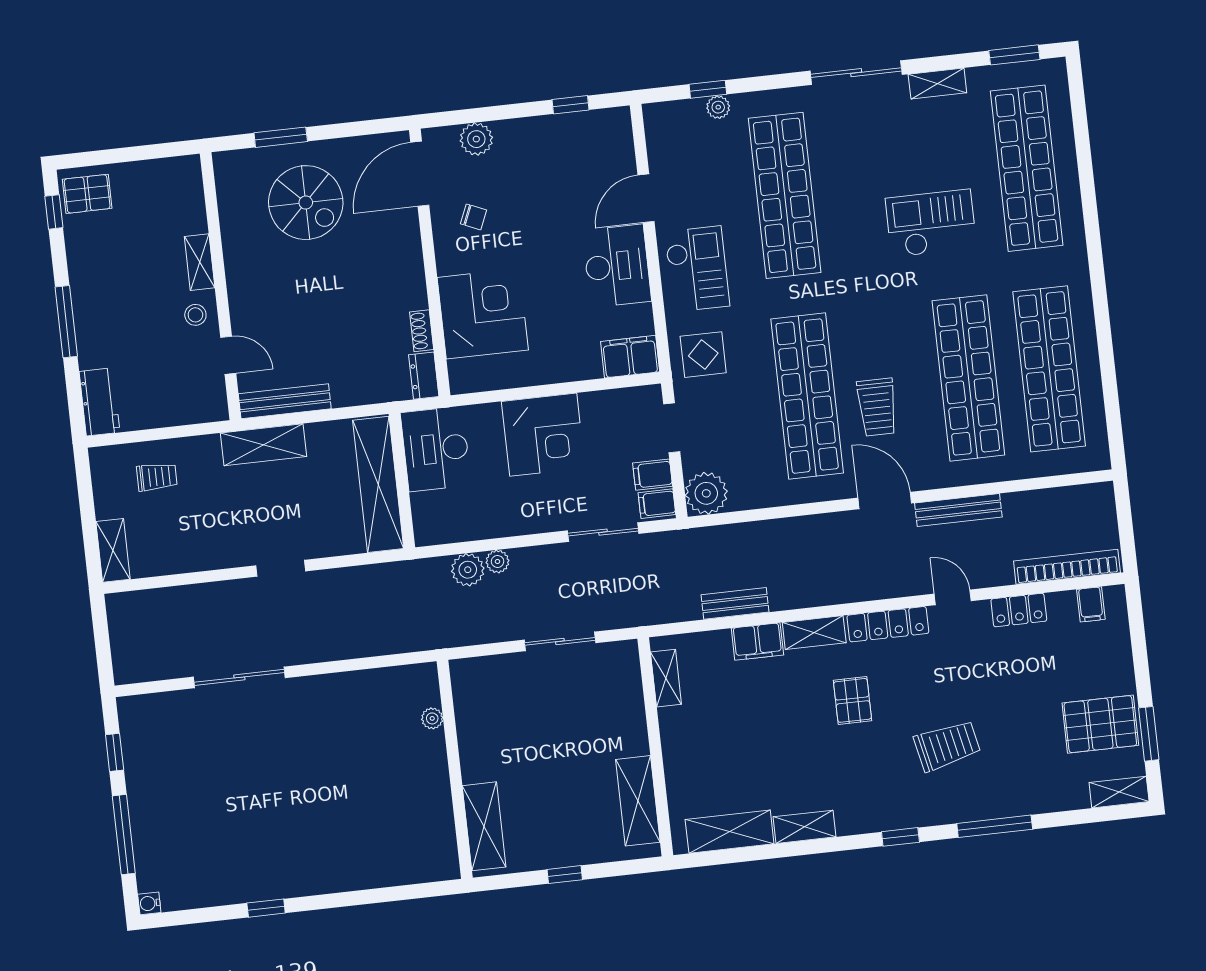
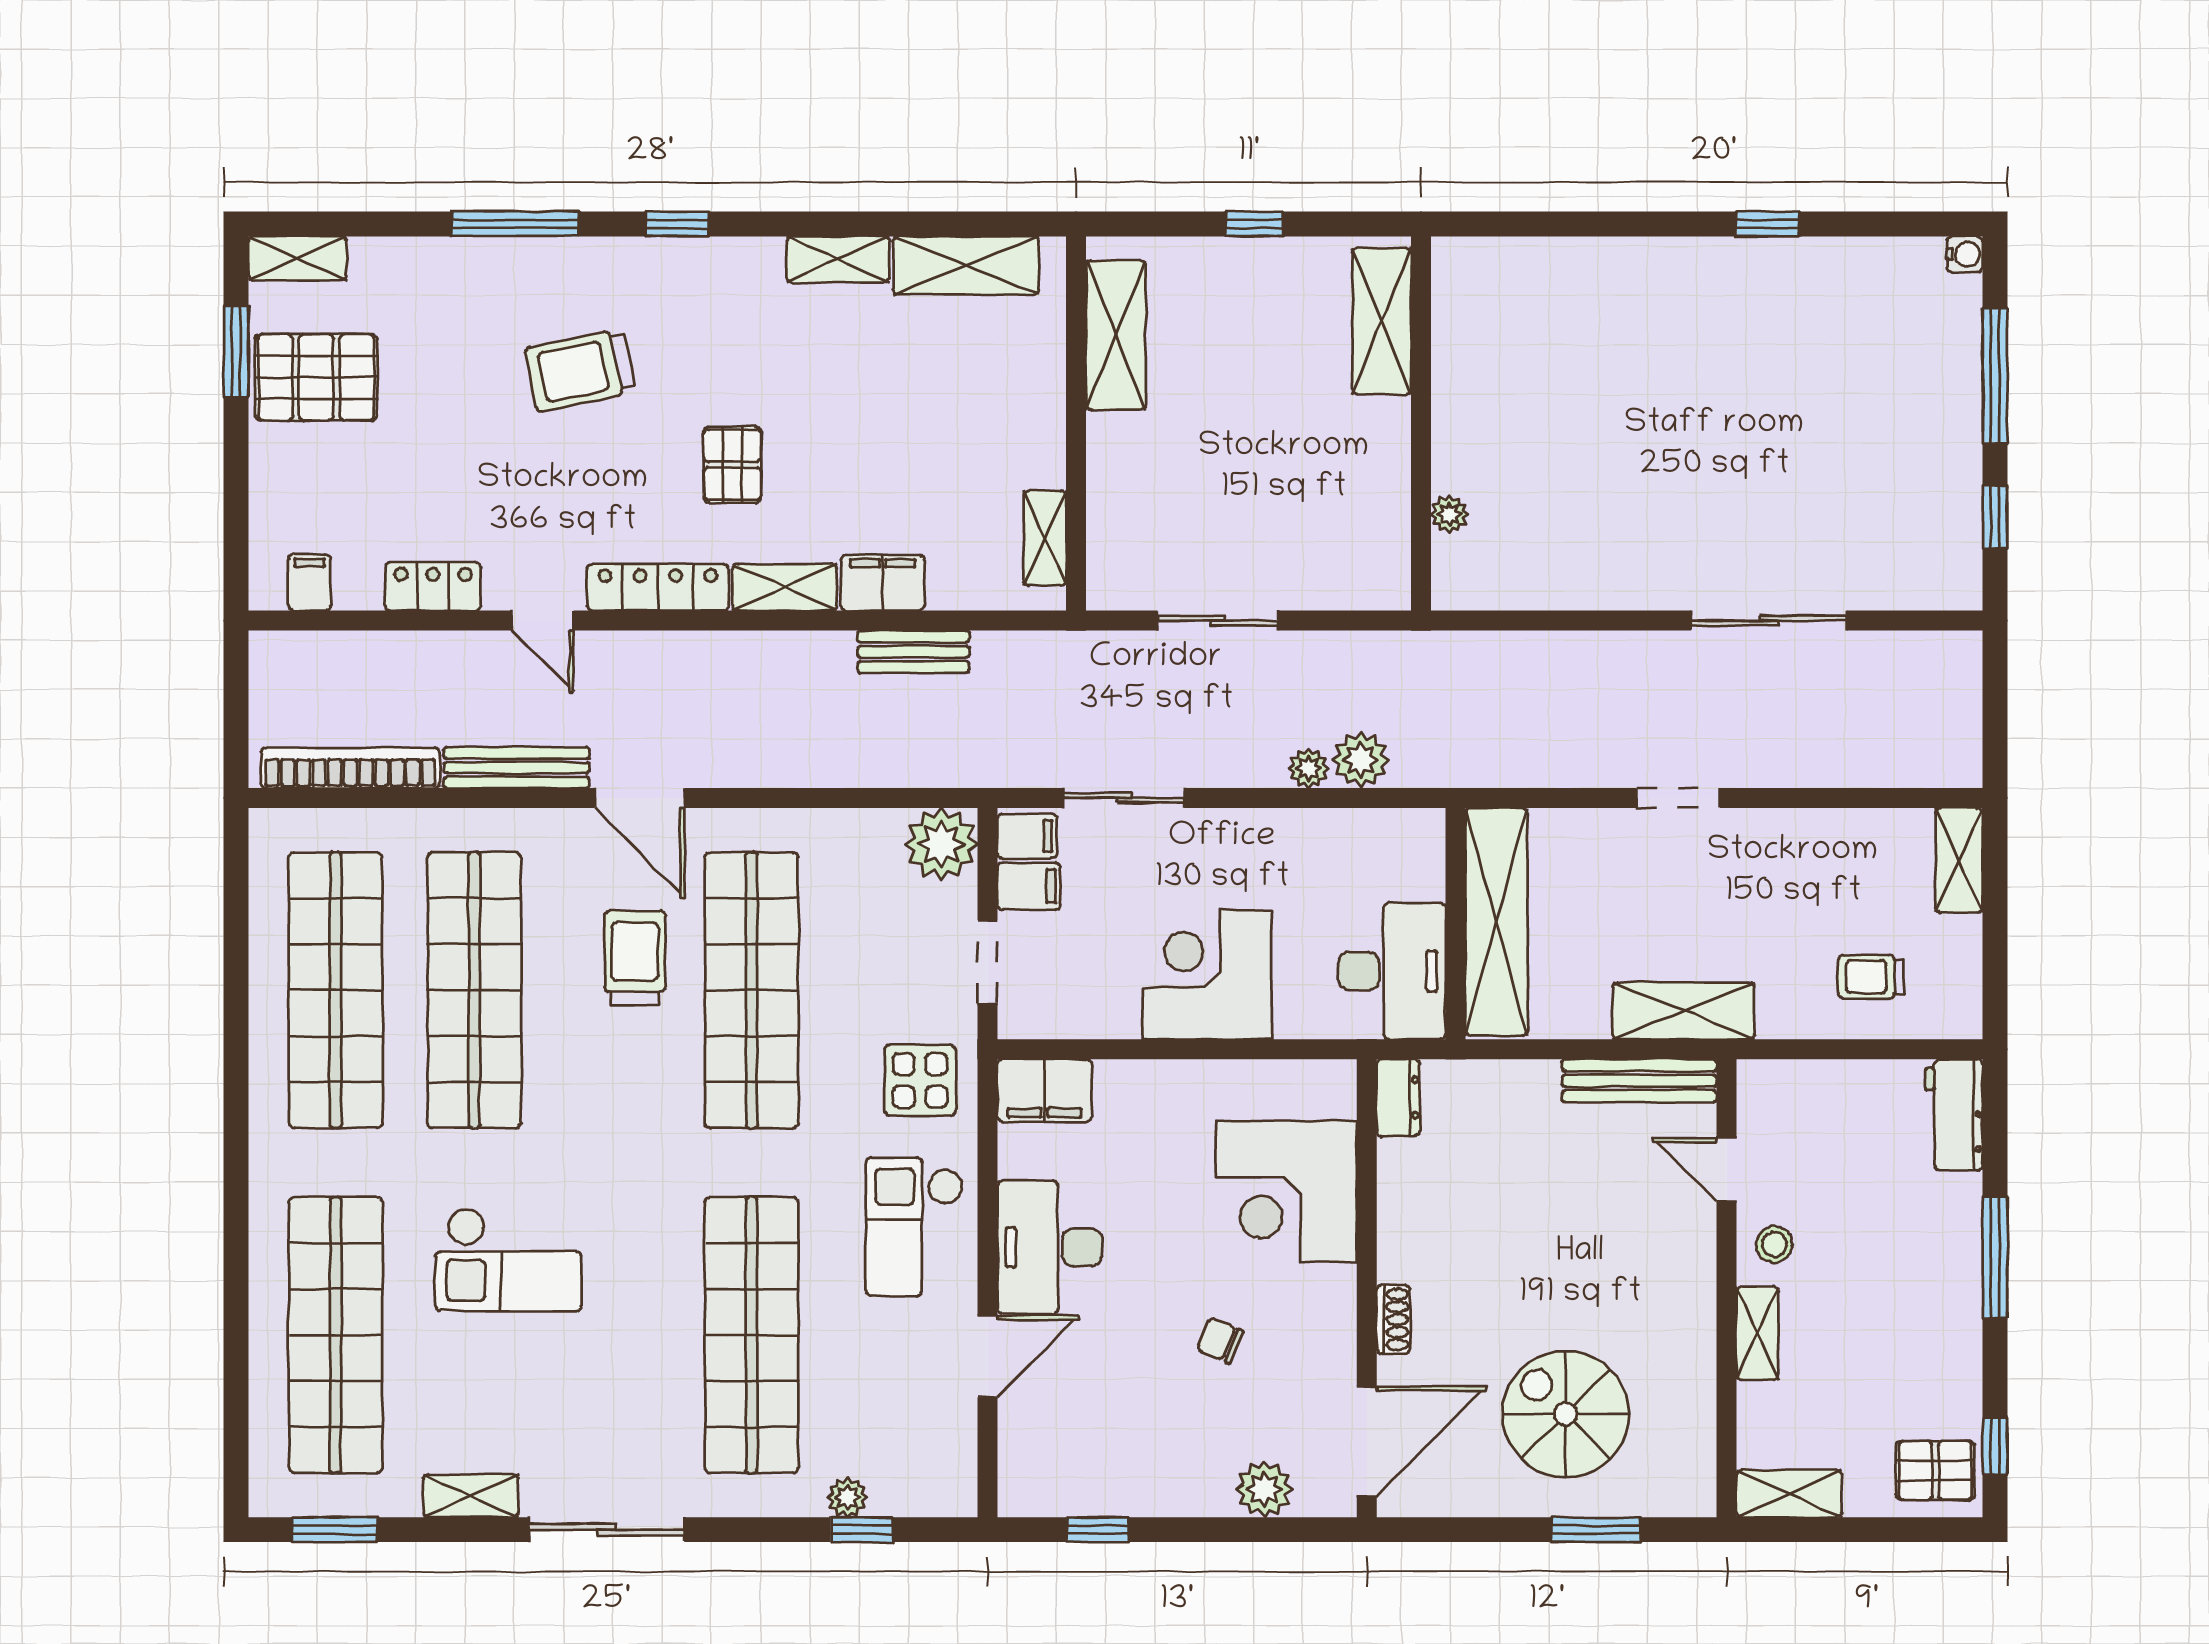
shelving: (171, 171) -> (1789, 1494), added
chair: (473, 217) -> (1220, 1340), moved
shoe rack: (422, 331) -> (1393, 1319), moved
bookcase: (1067, 567) -> (350, 768), moved, turned 180

